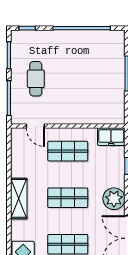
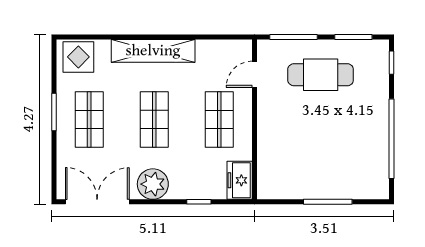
cafe table: (36, 79) -> (321, 75), width x1.37, depth x1.35
shelving: (19, 198) -> (153, 51), width x1.47

